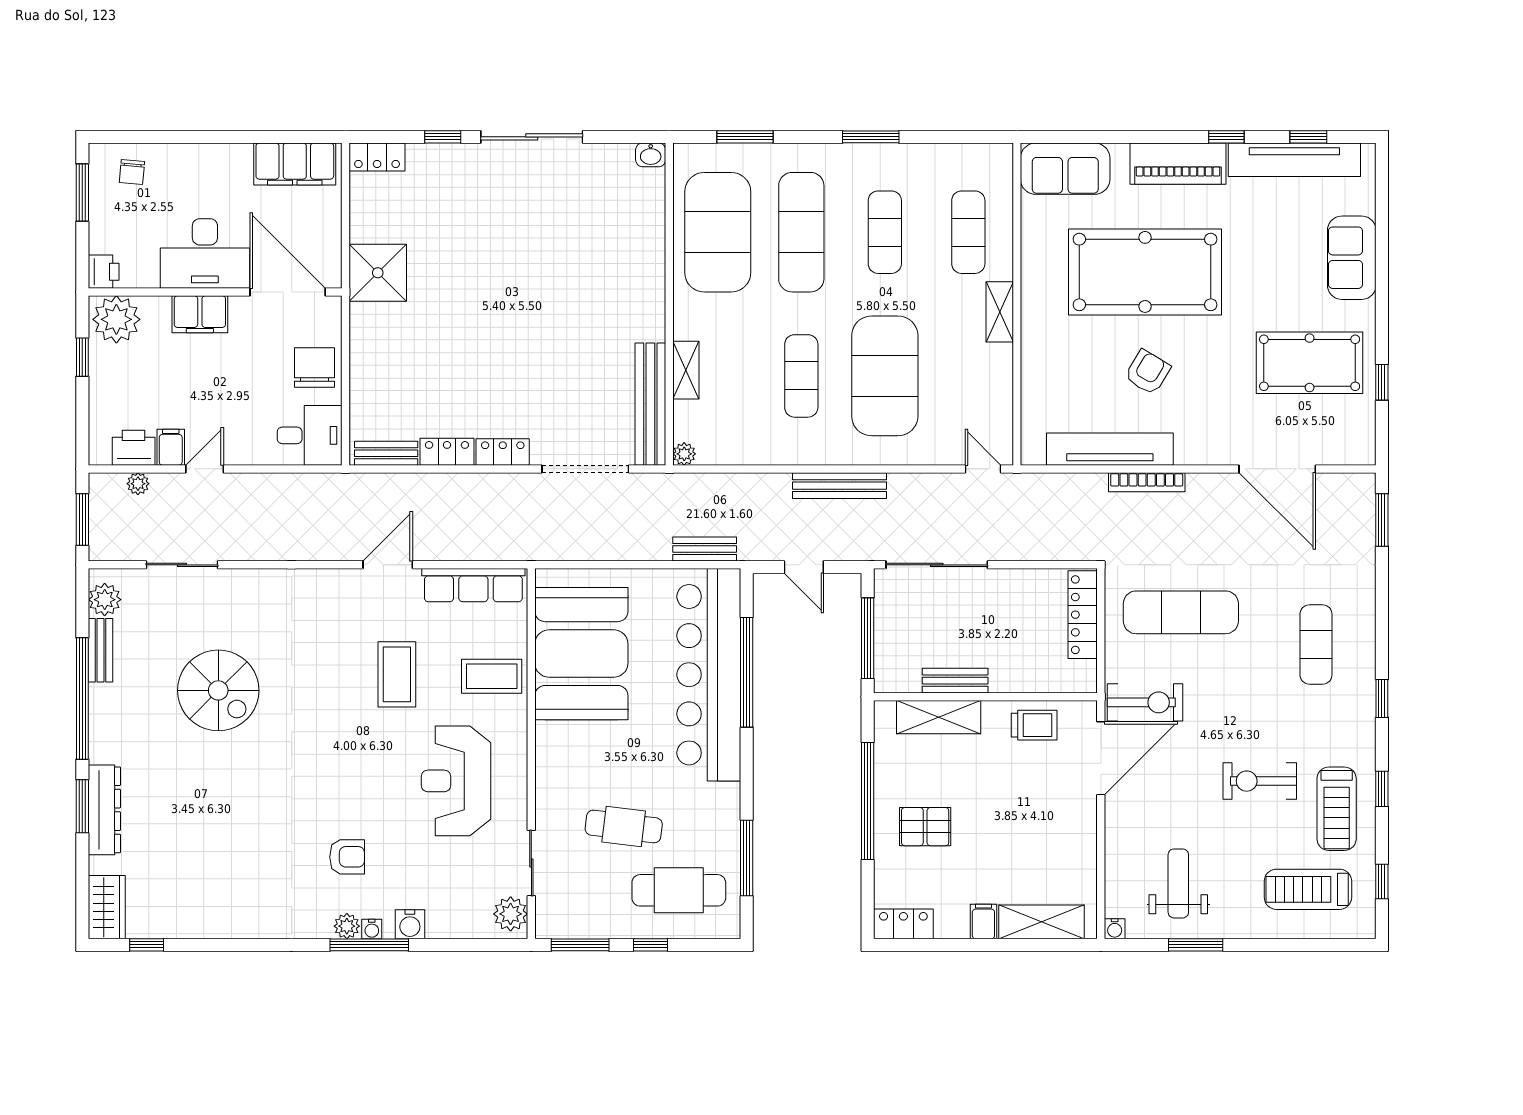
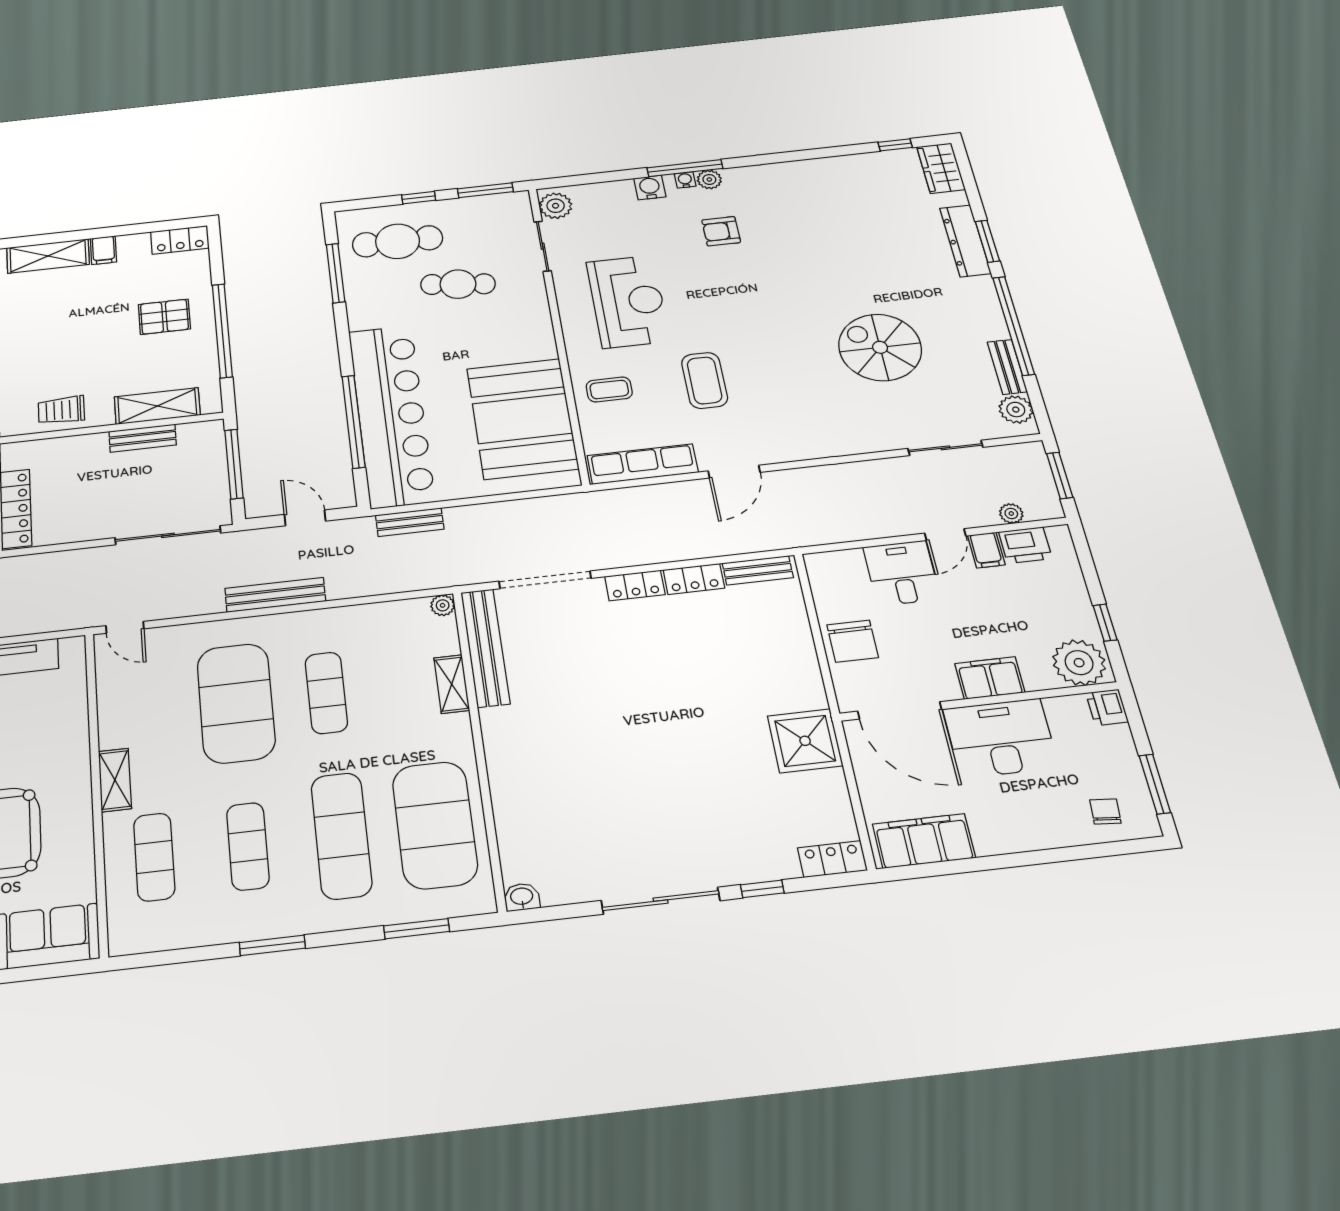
desk: (310, 435) -> (902, 573), moved, turned 90
coffee table: (492, 676) -> (609, 389), width x0.73, depth x0.77

